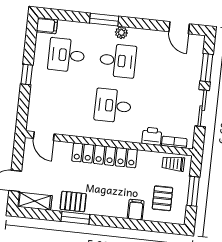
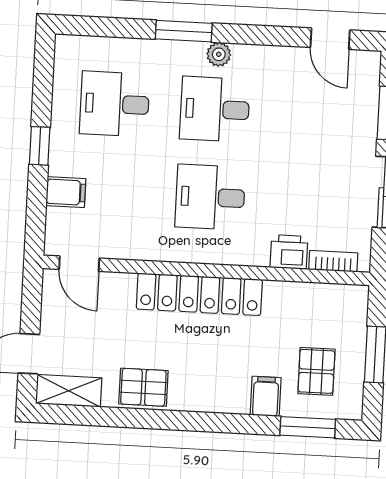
filing cabinet: (47, 26) -> (66, 192), moved
desk: (118, 61) -> (215, 109), turned 180
trolley: (173, 164) -> (334, 303), removed
window: (75, 218) -> (308, 427), moved

